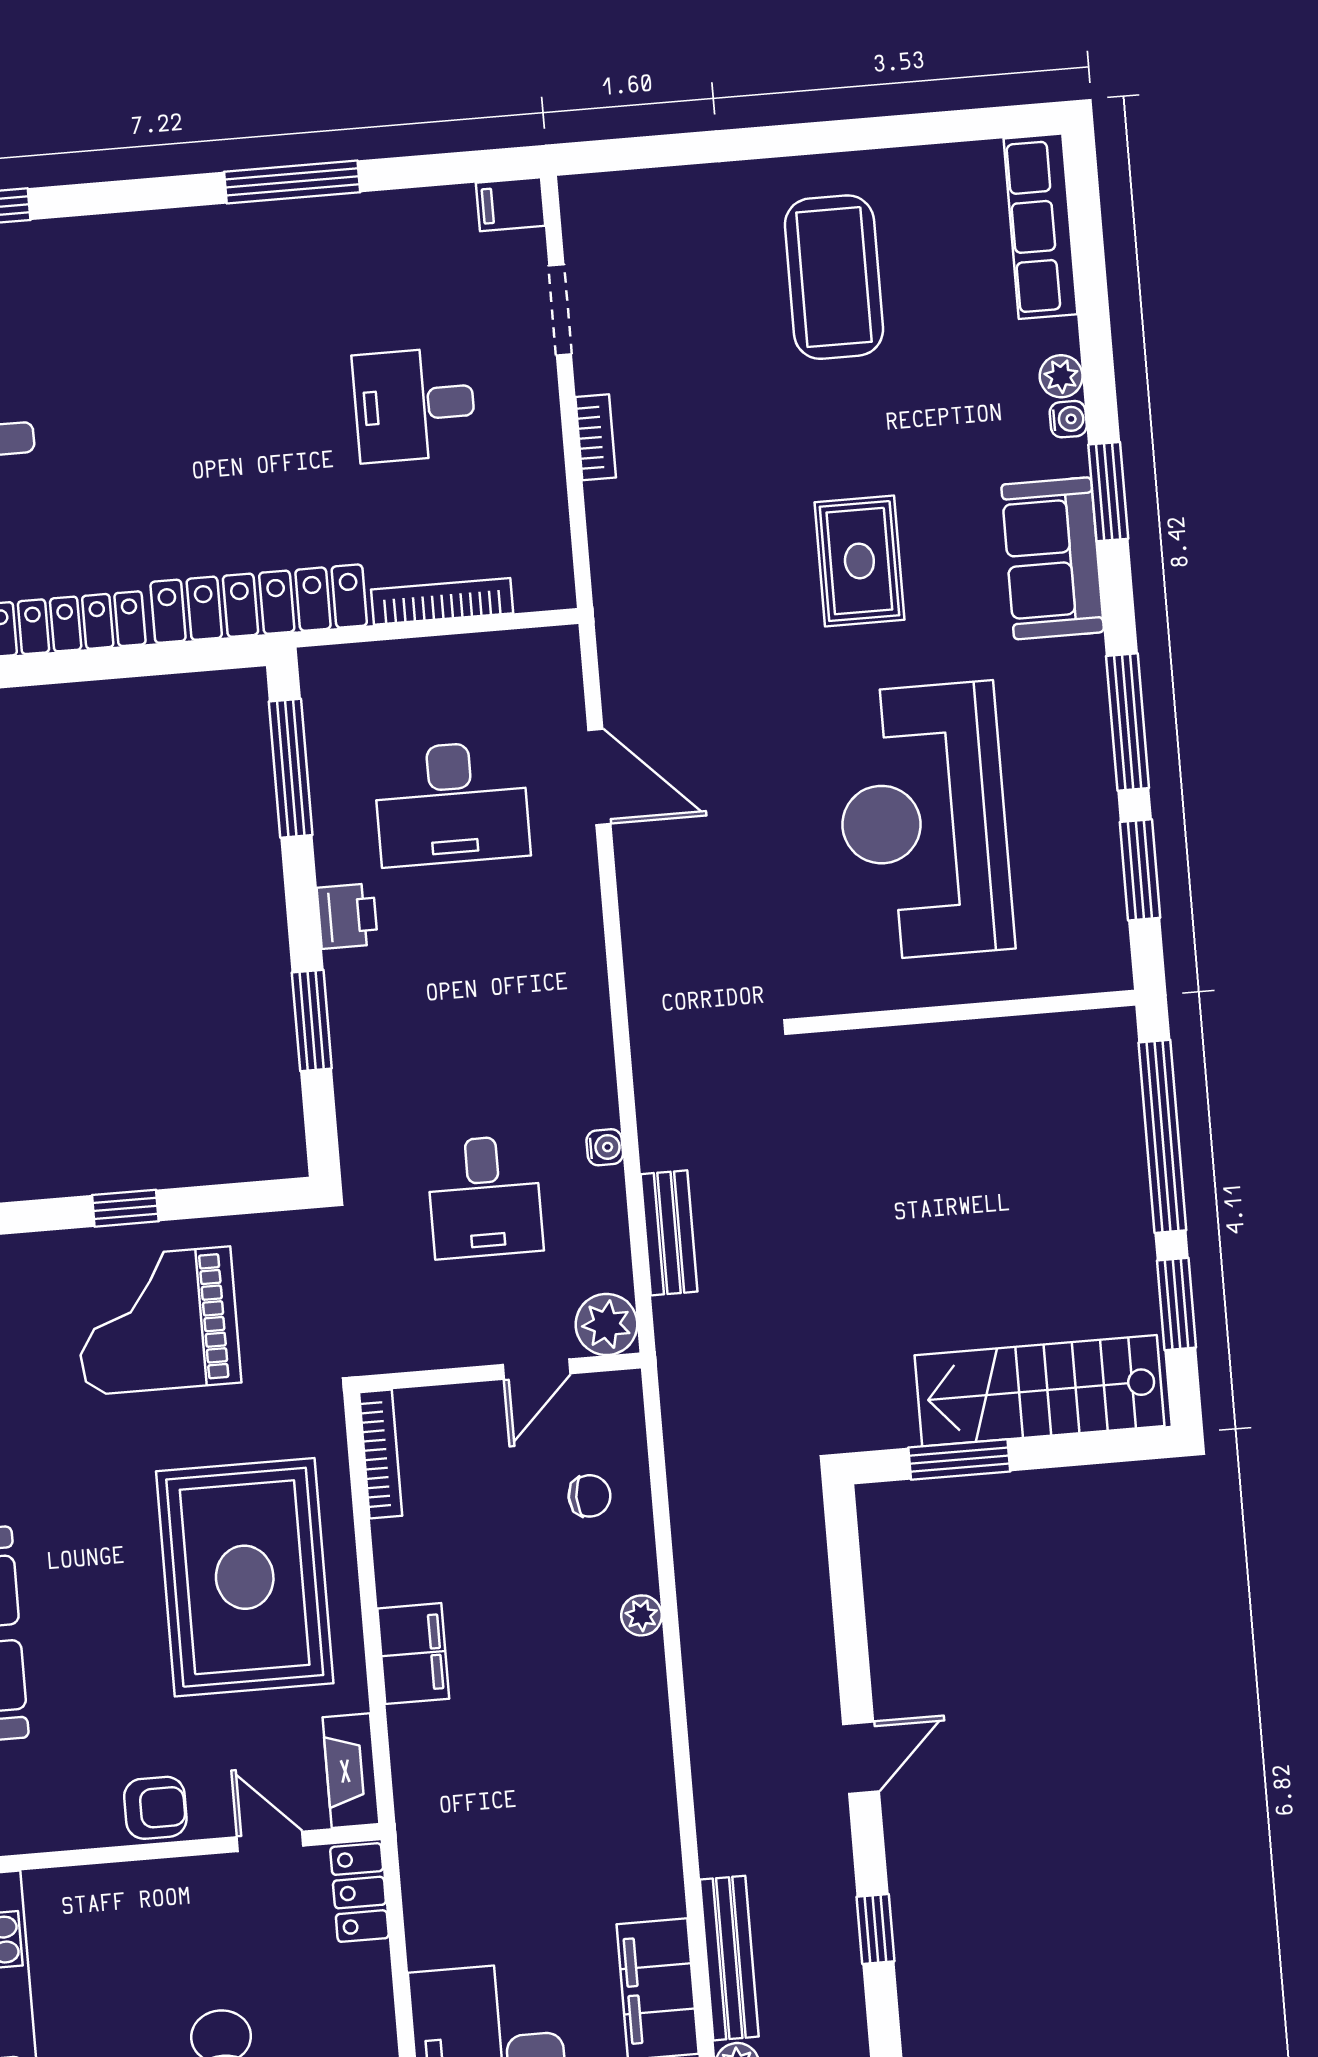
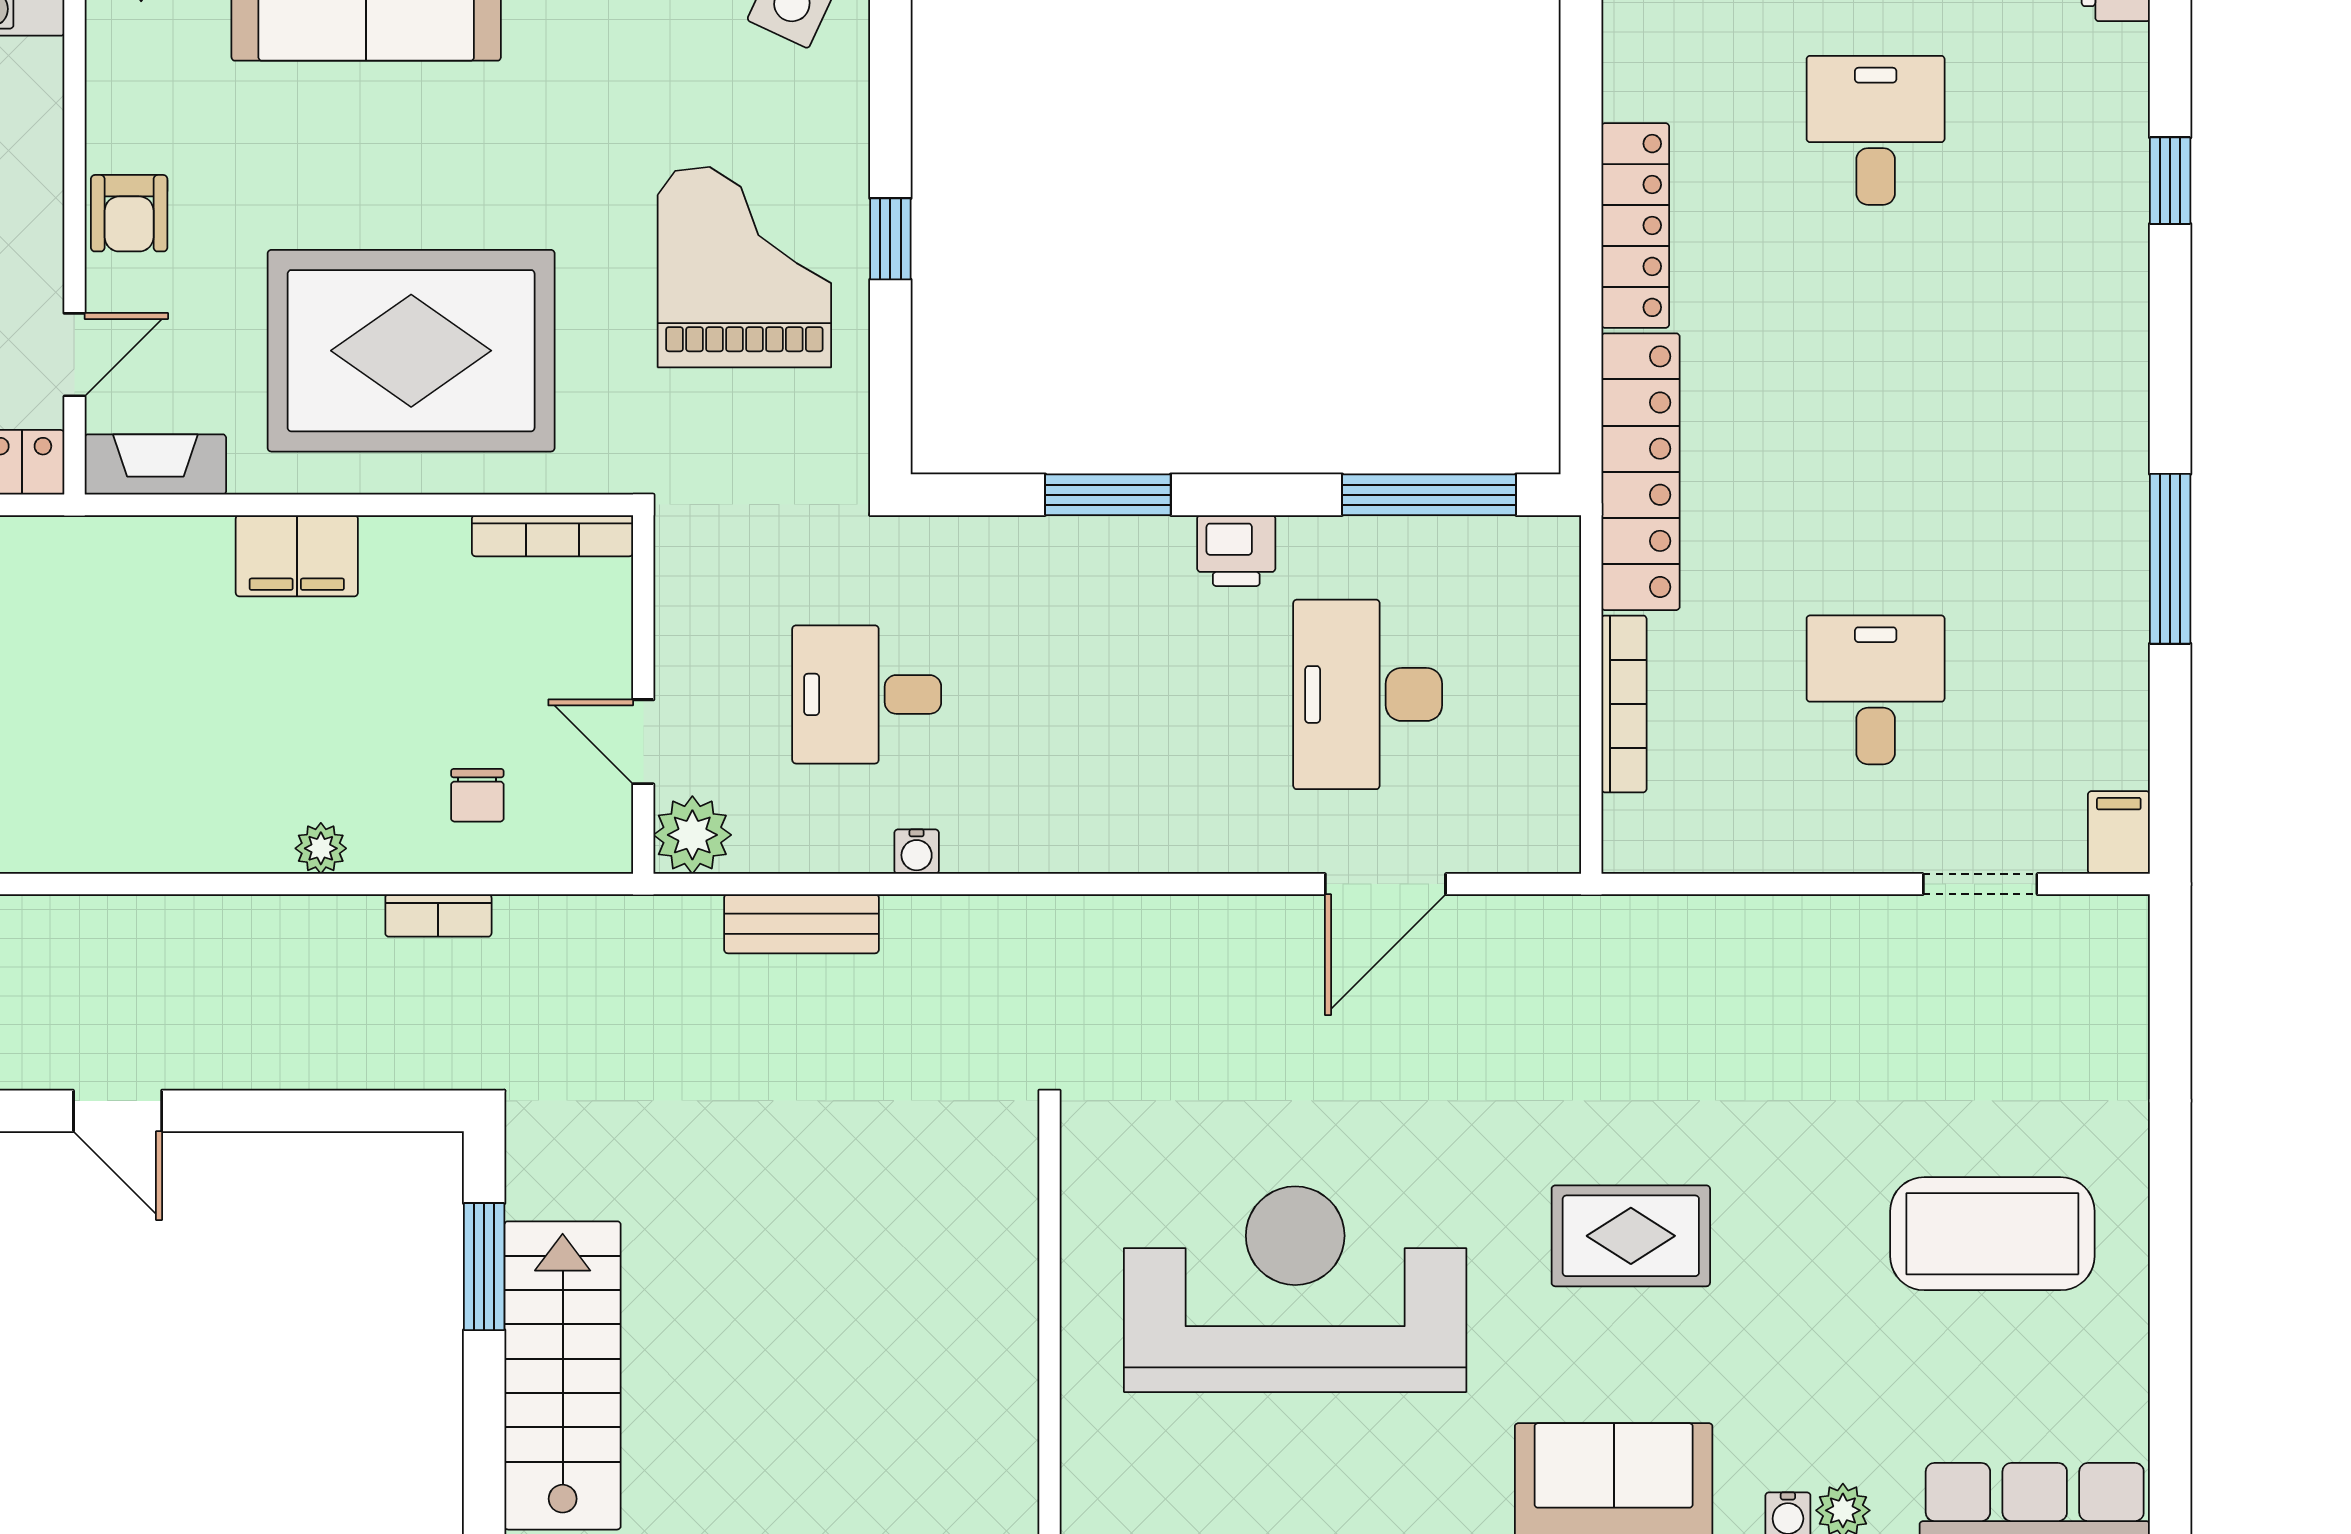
bookcase: (596, 437) -> (438, 915), moved

